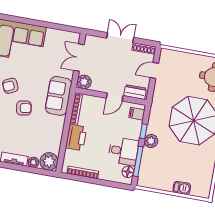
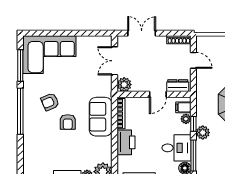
double door: (120, 38) -> (142, 33), moved
door: (154, 70) -> (193, 60), swing flipped
sofa: (58, 96) -> (101, 117), moved
armchair: (24, 108) -> (68, 122), turned 99
plant: (137, 125) -> (186, 119), added

